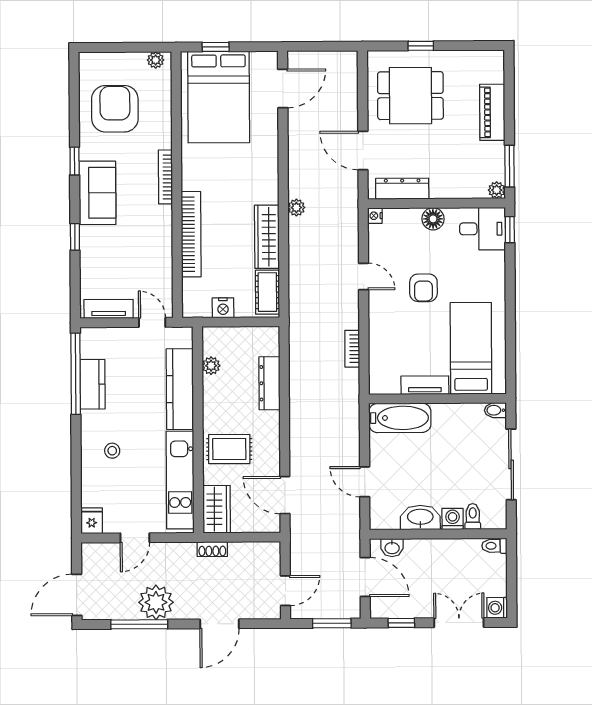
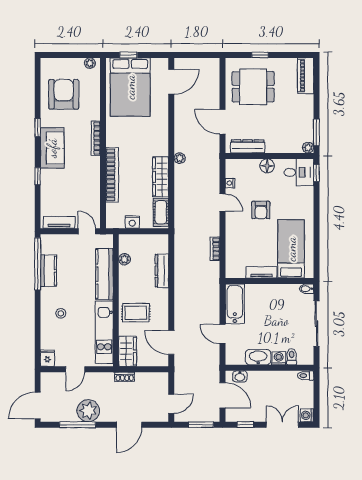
piano: (492, 112) -> (306, 76), moved
nightstand: (375, 216) -> (230, 183), moved
bathtub: (400, 418) -> (235, 304), moved, turned -90

